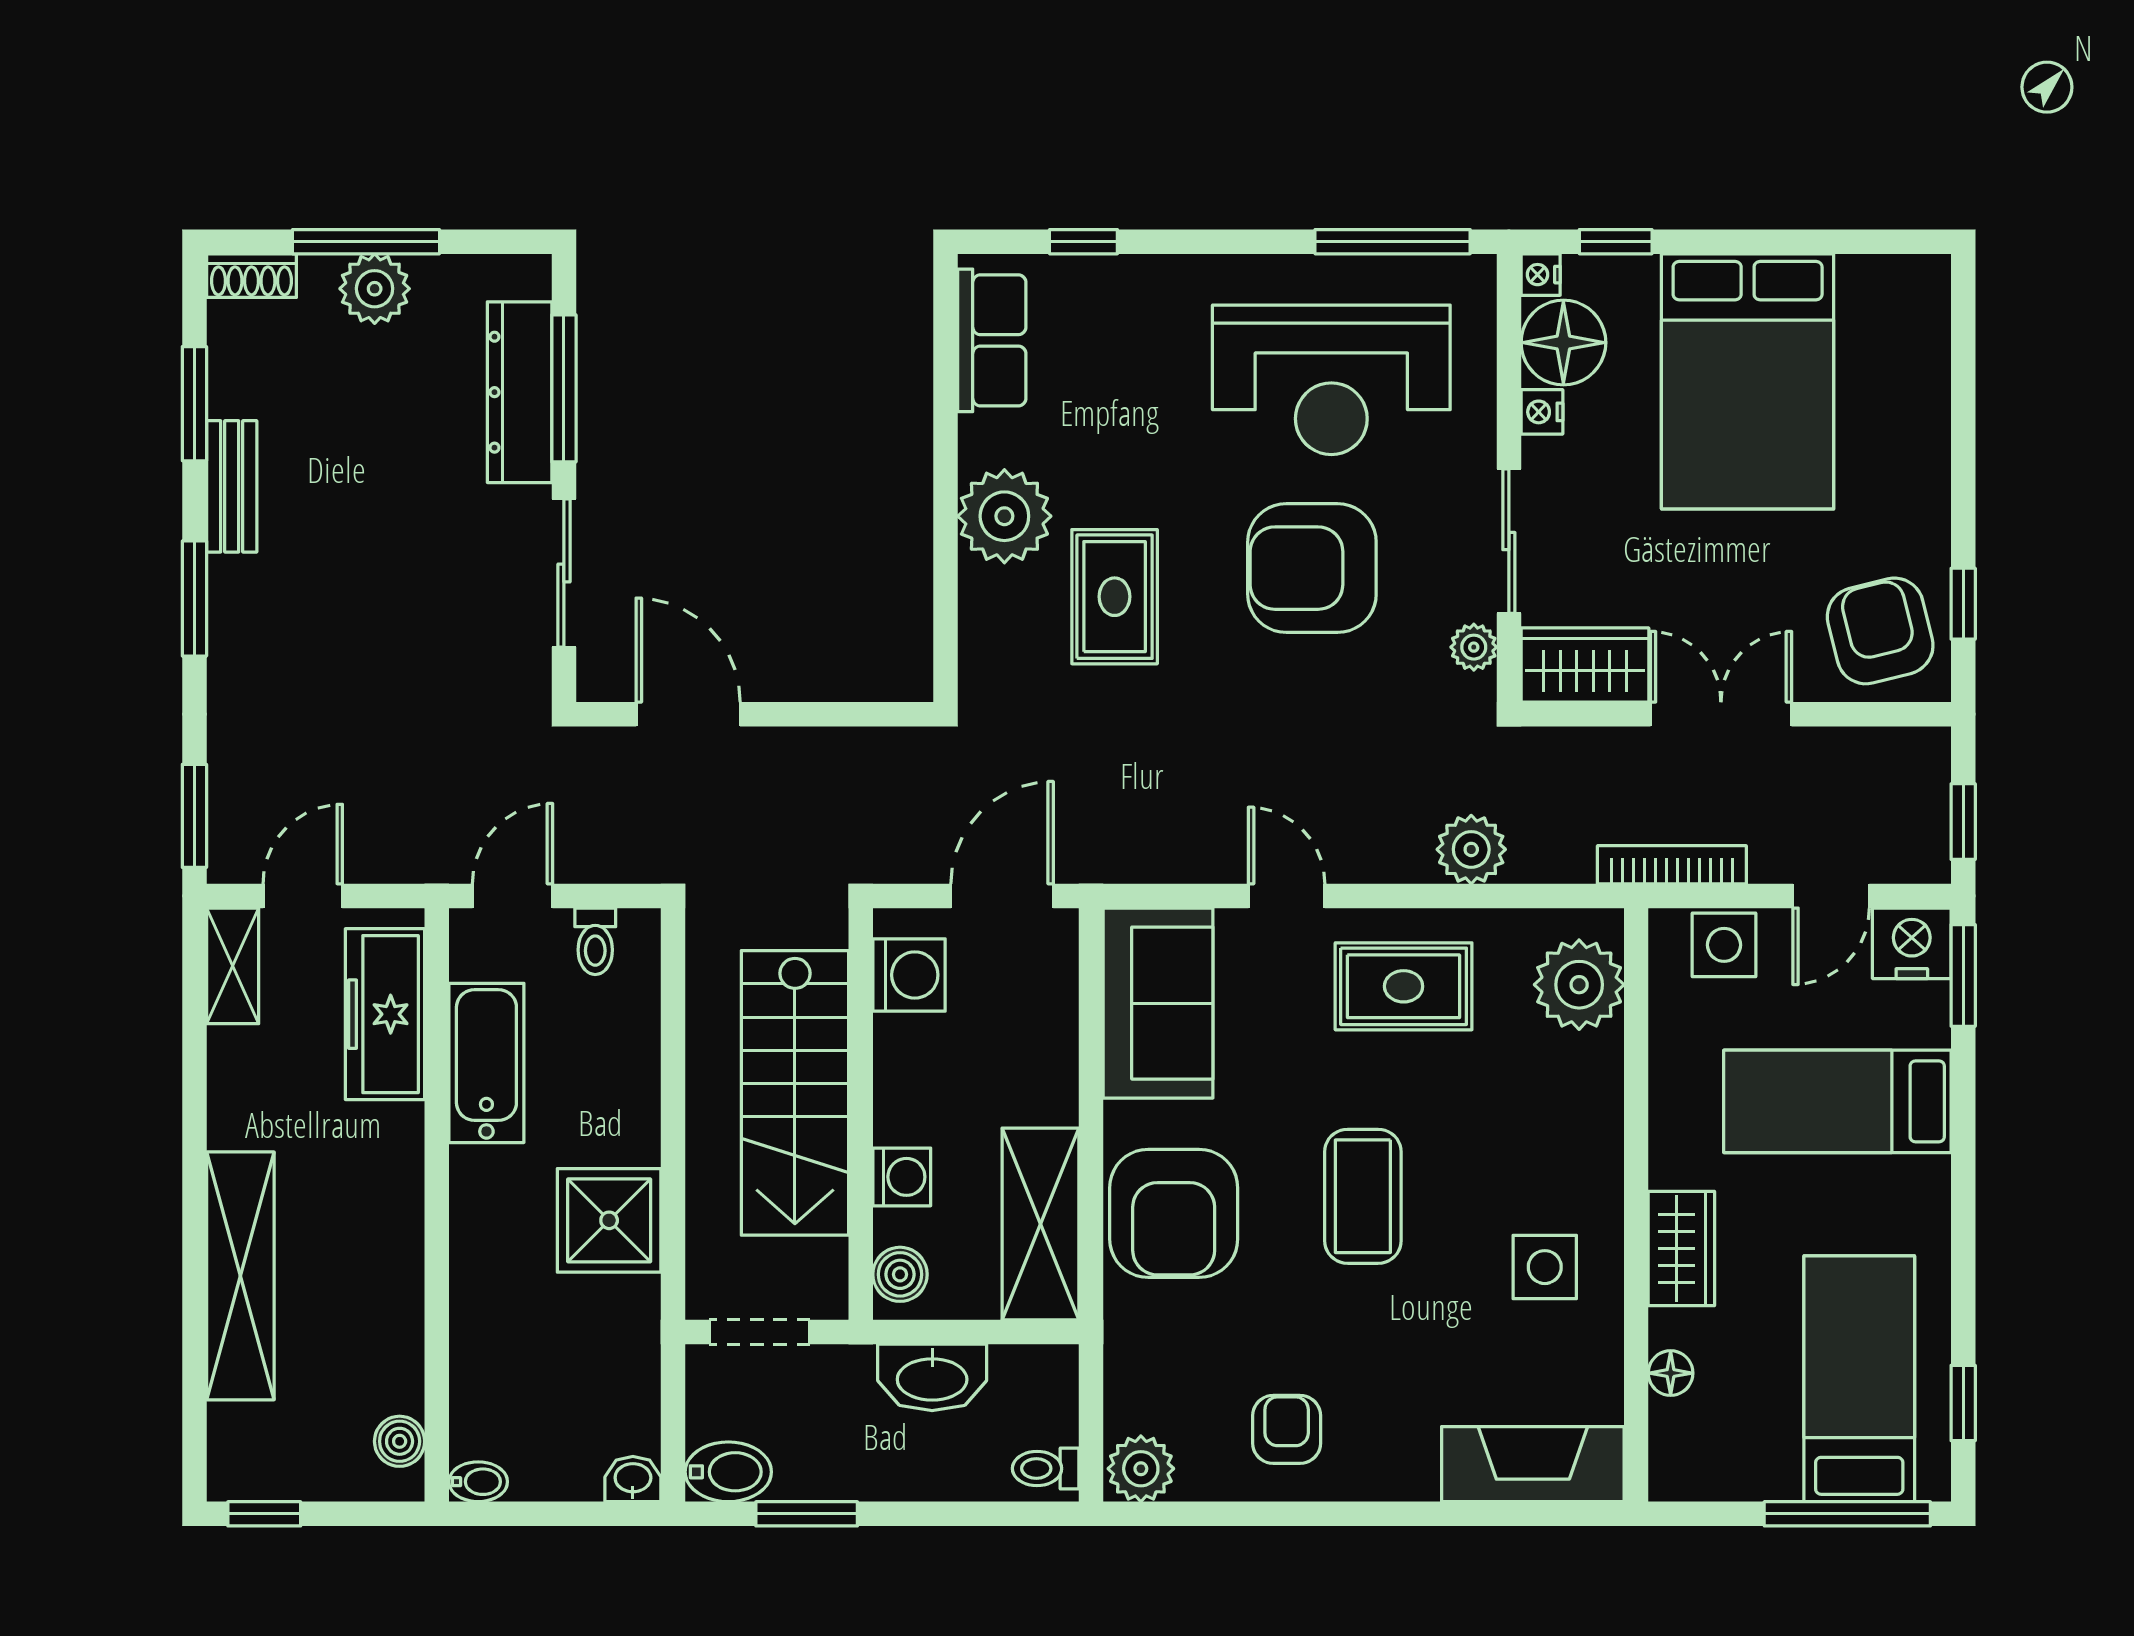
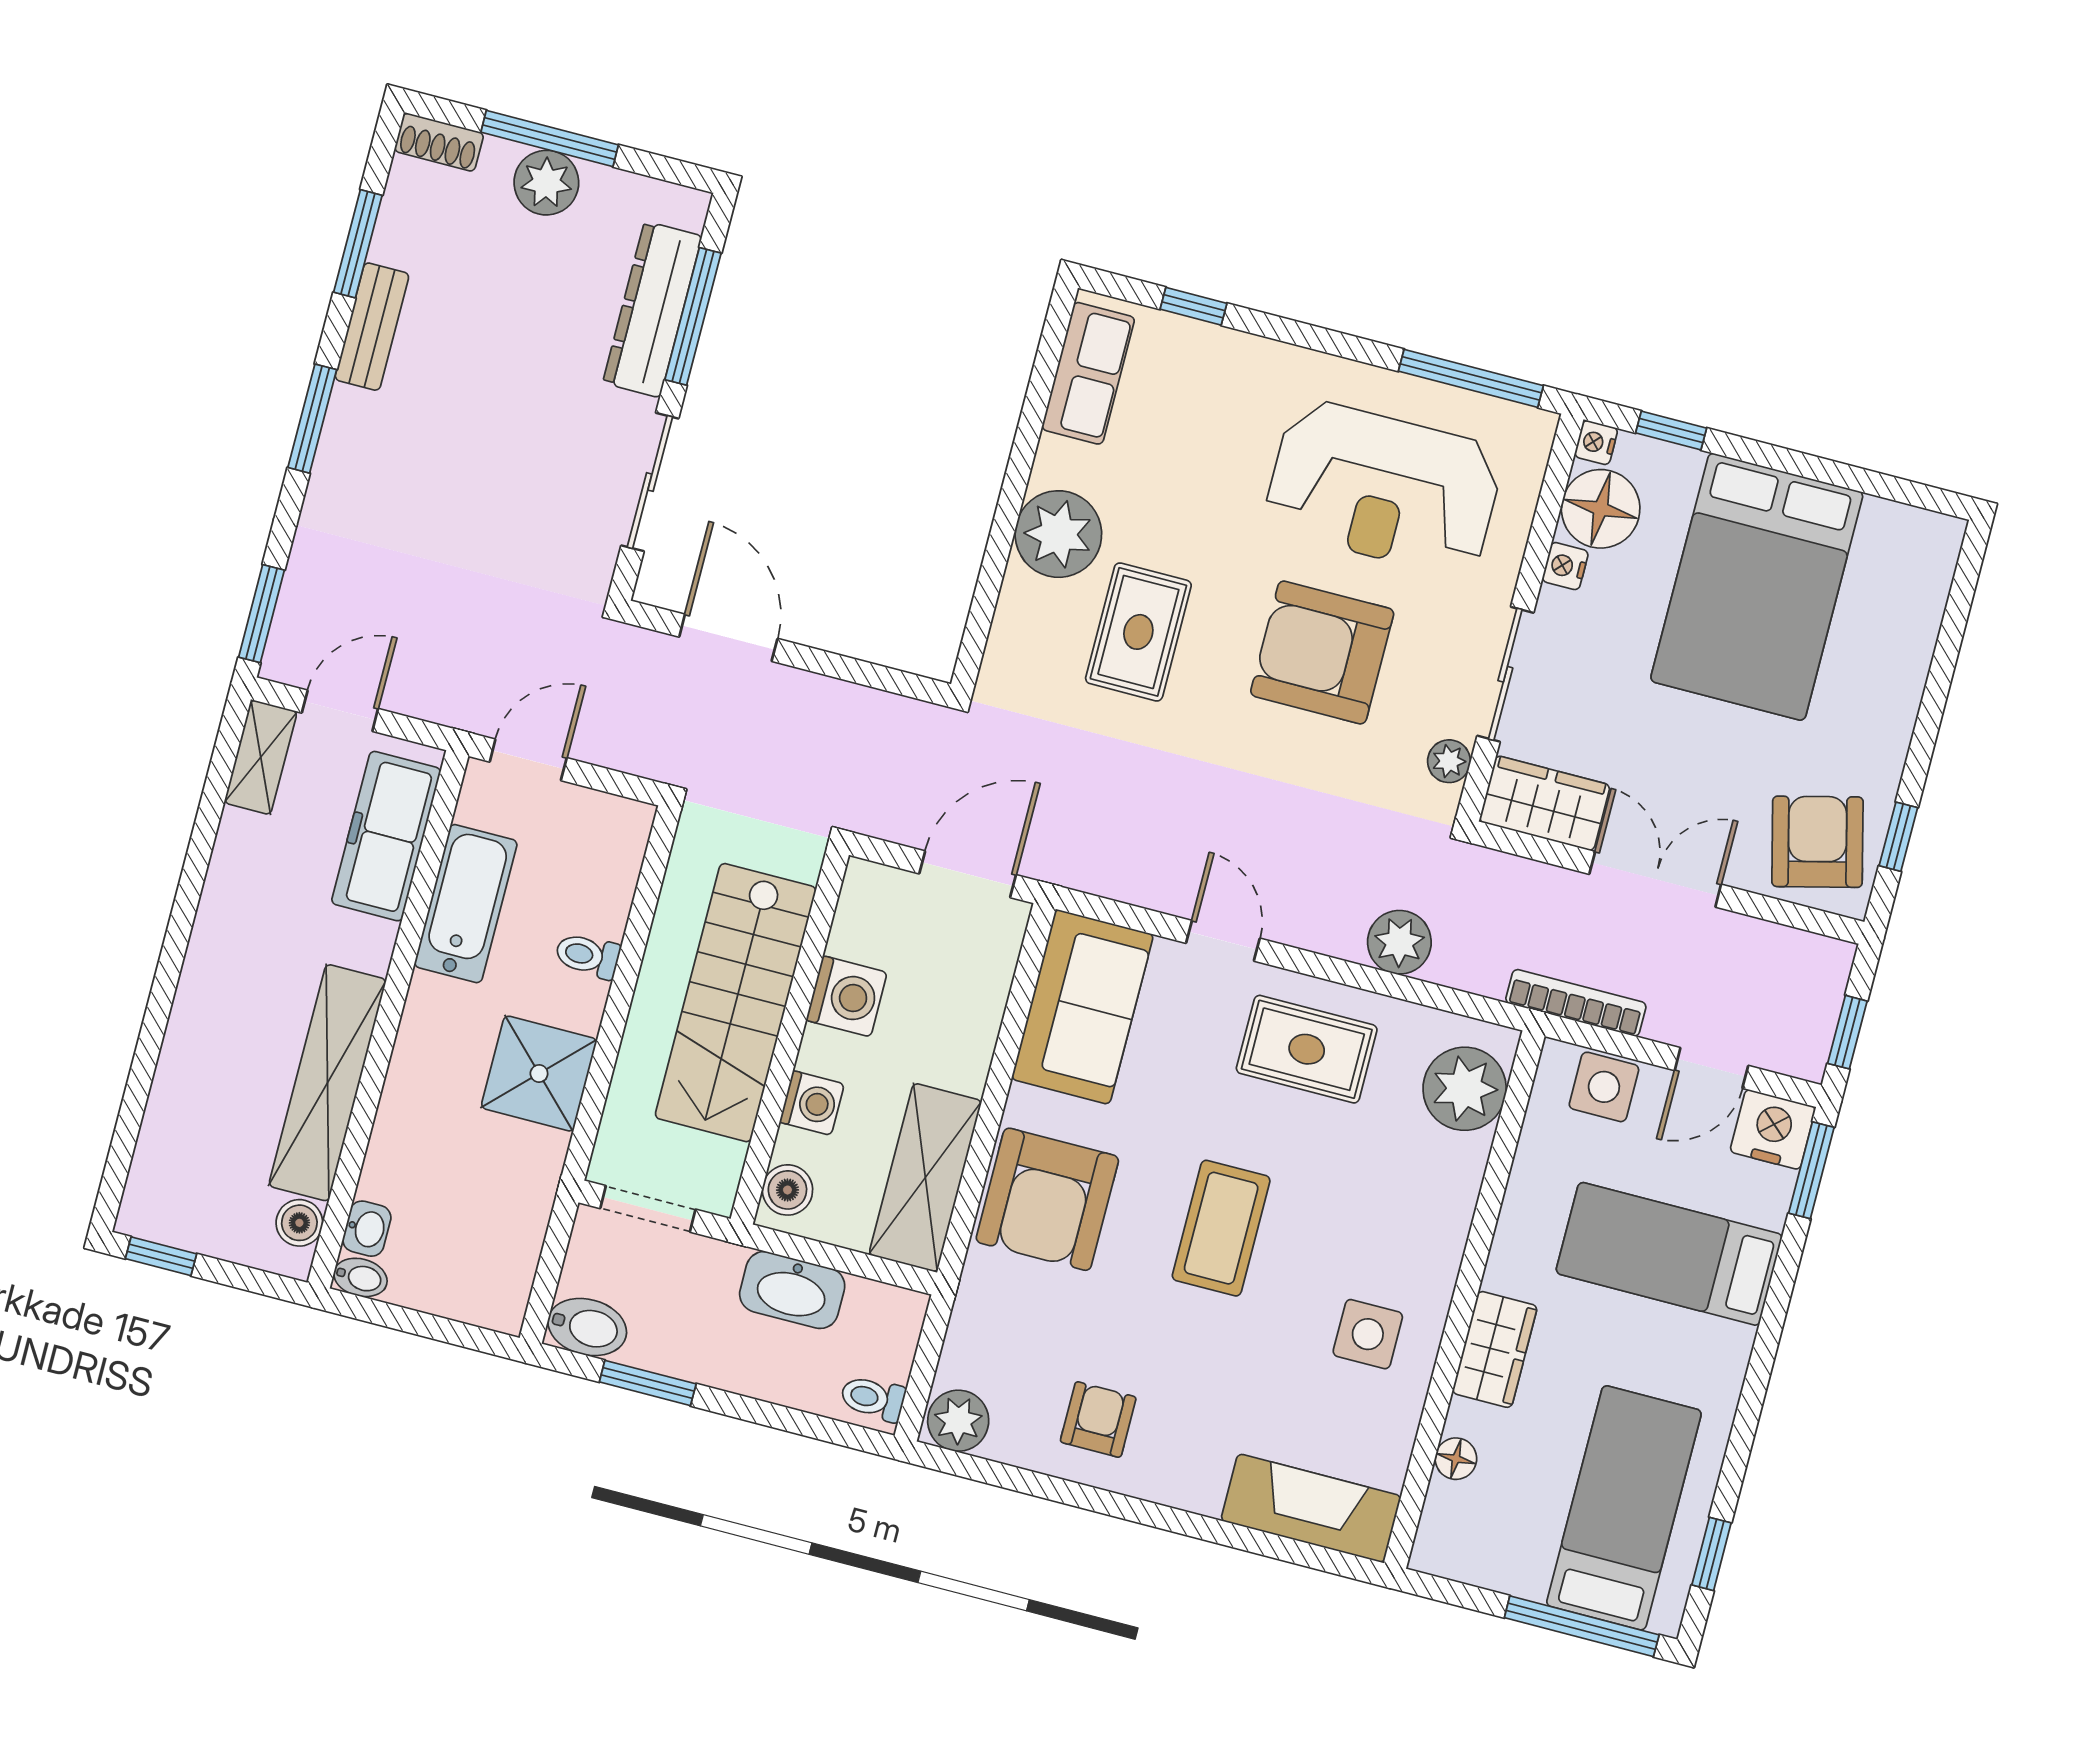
toilet: (595, 941) -> (588, 956), moved, turned 90
washing machine: (909, 975) -> (847, 996), moved
shelving: (240, 1276) -> (328, 1083), moved
washbasin: (633, 1479) -> (367, 1229), moved, turned 90

